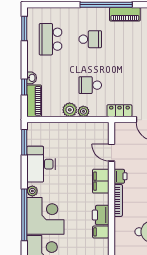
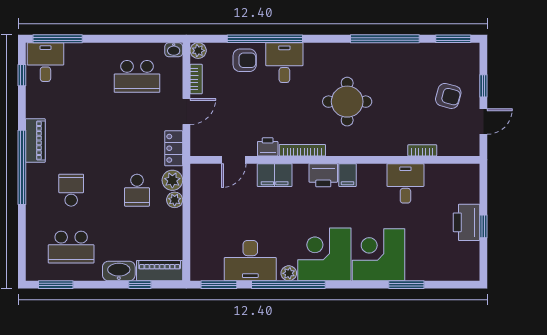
washbasin: (32, 78) -> (119, 271), width x1.91, depth x1.45
plant: (70, 110) -> (172, 180), moved
window: (24, 215) -> (288, 285), moved

